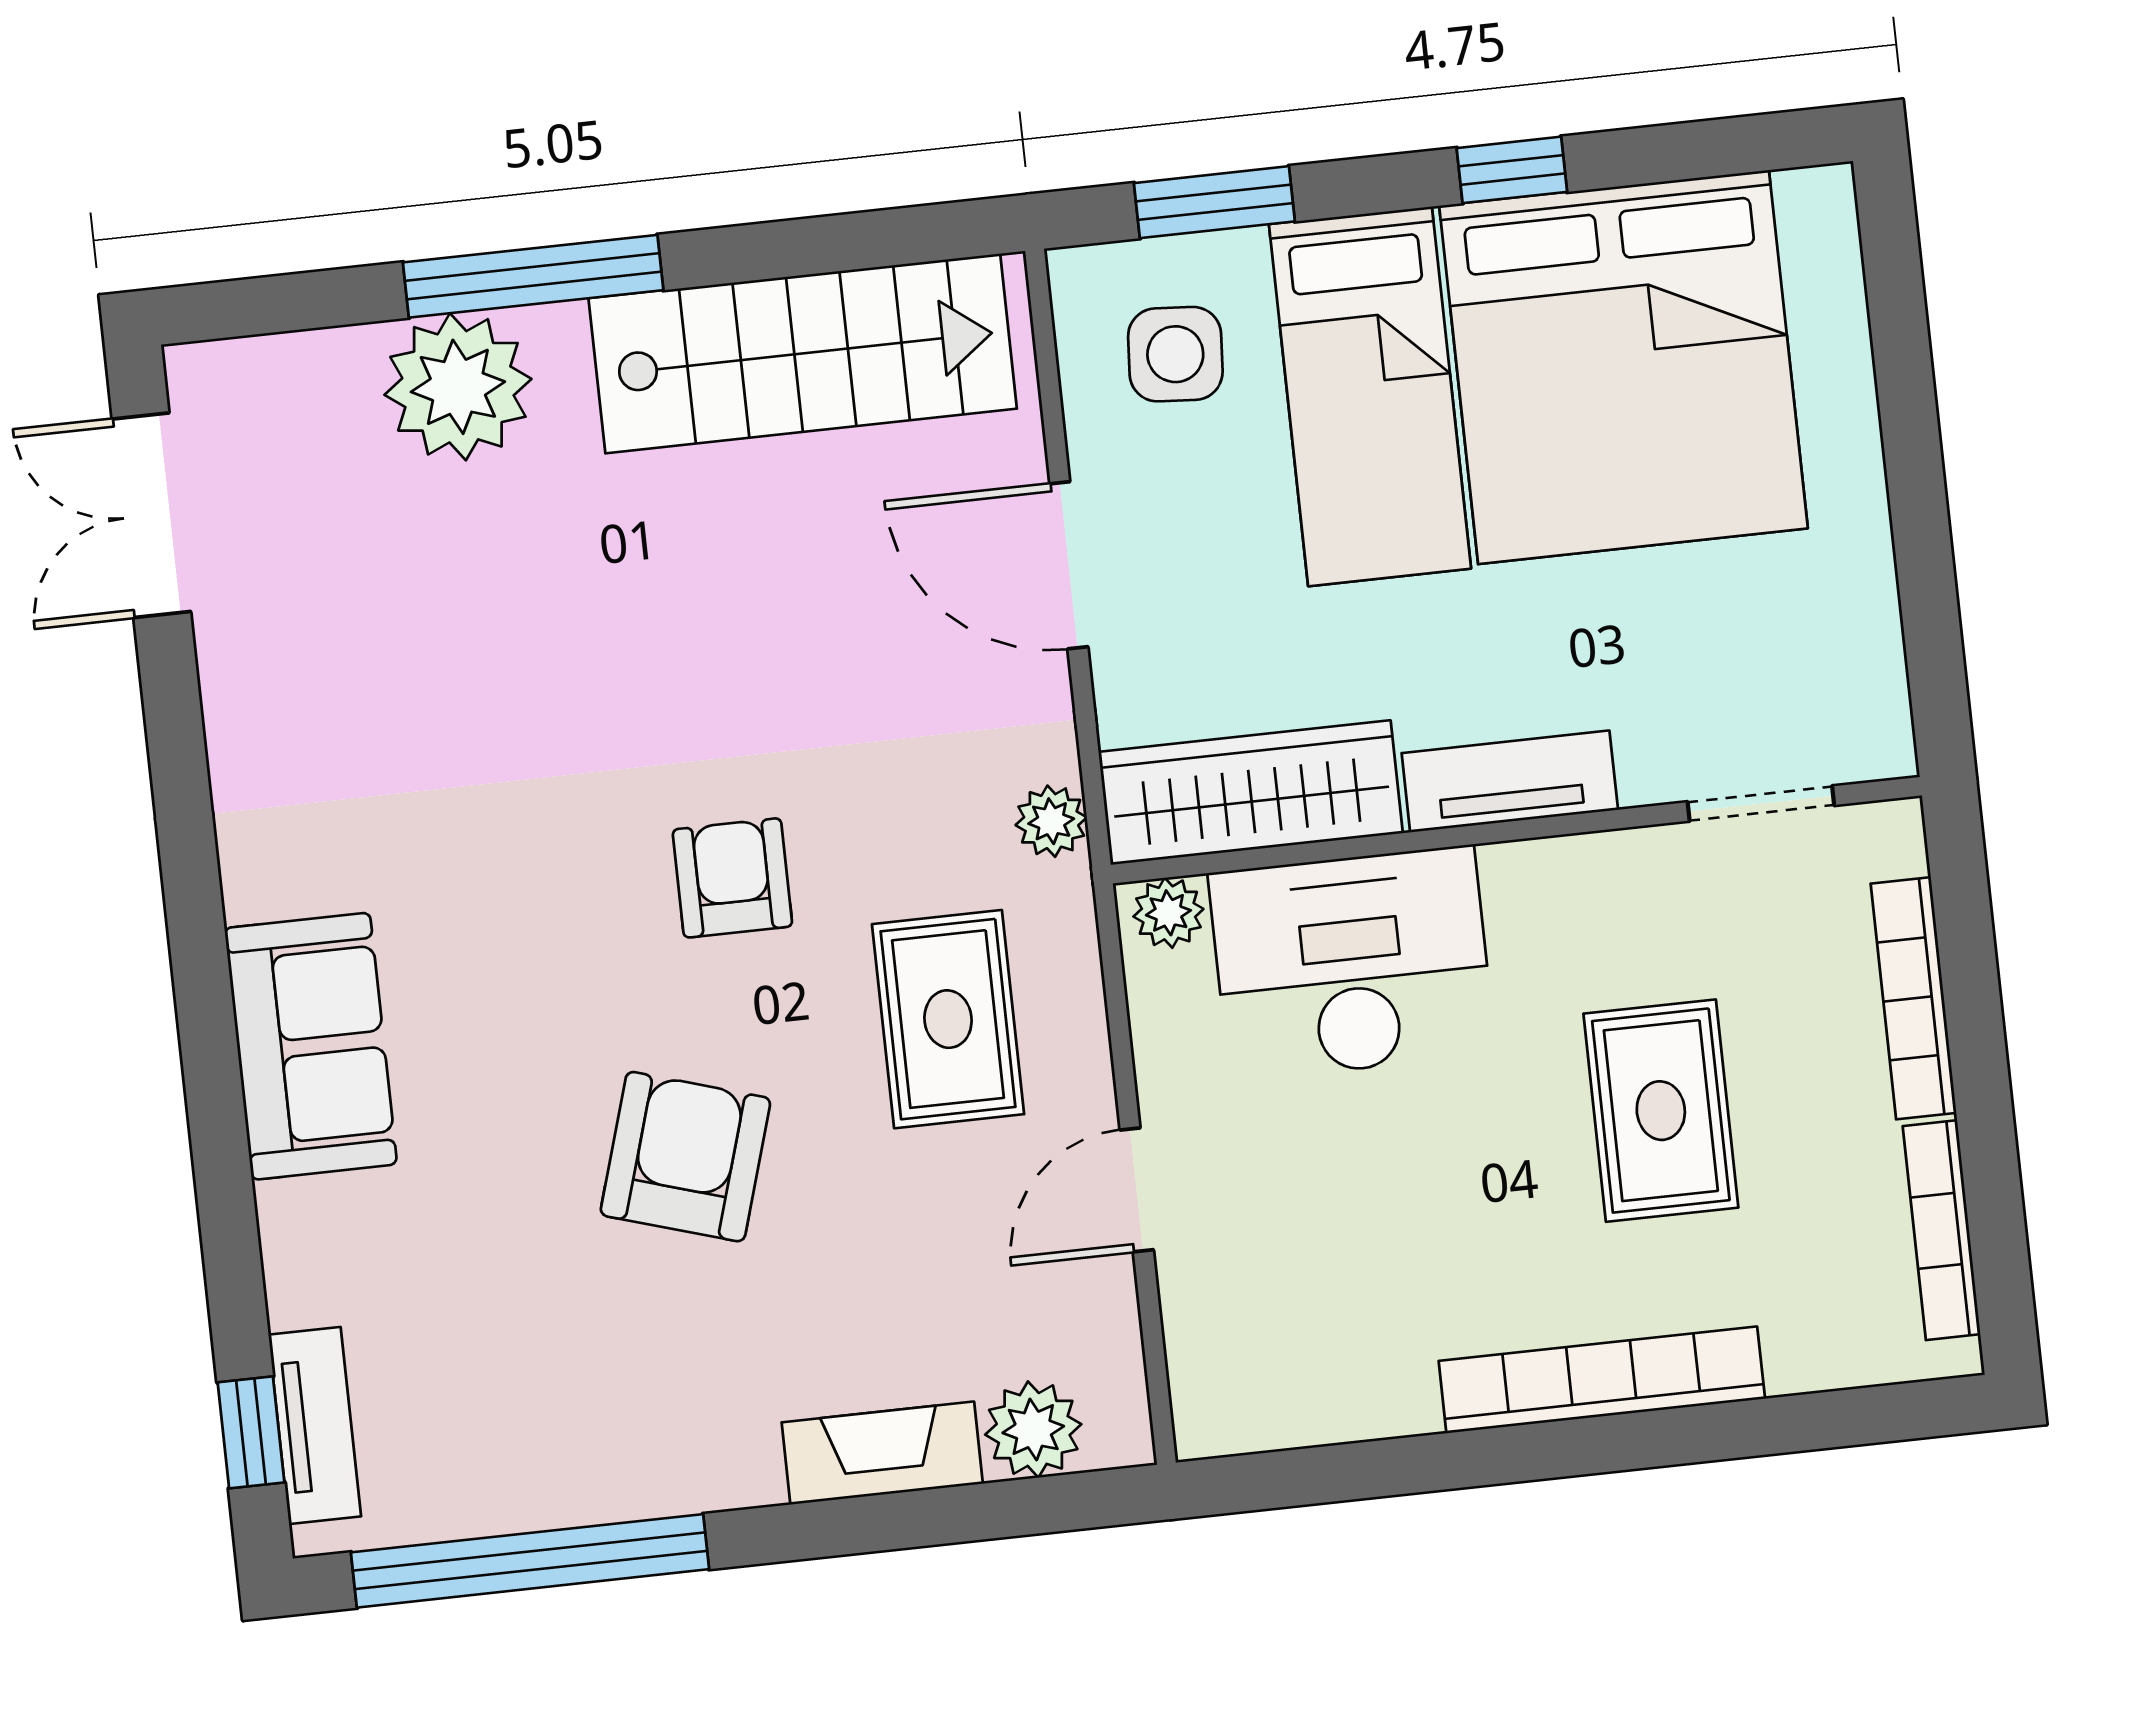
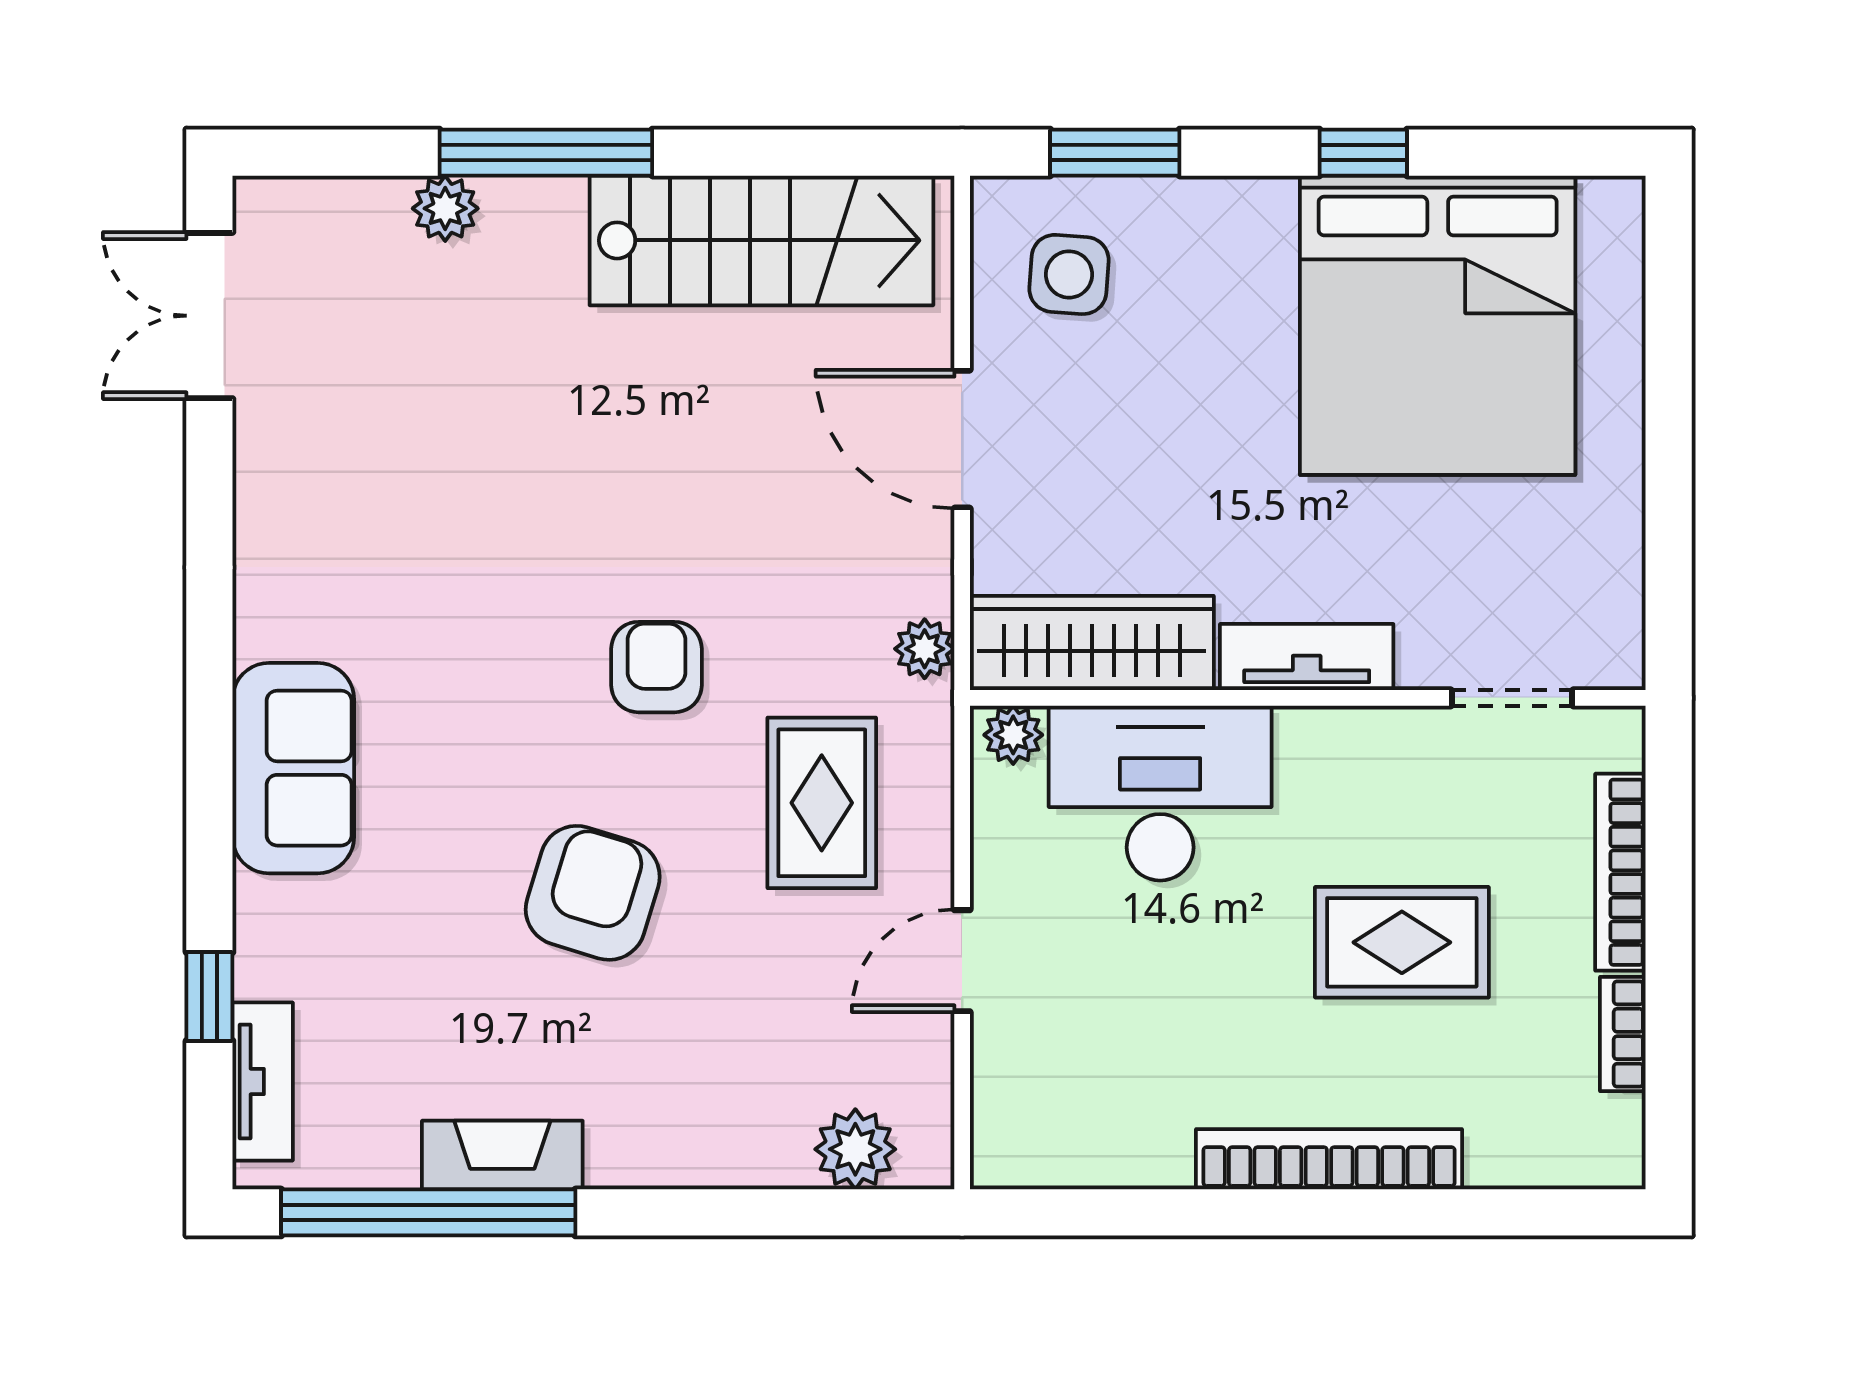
plant: (458, 387) -> (445, 208), width x0.53, depth x0.53
bed: (1370, 396) -> (1226, 327), removed
rug: (1661, 1111) -> (1402, 942), turned 90
bookcase: (1942, 1230) -> (1623, 1034), width x0.64
window: (251, 1432) -> (209, 996), moved
fireplace: (882, 1453) -> (502, 1155), moved

